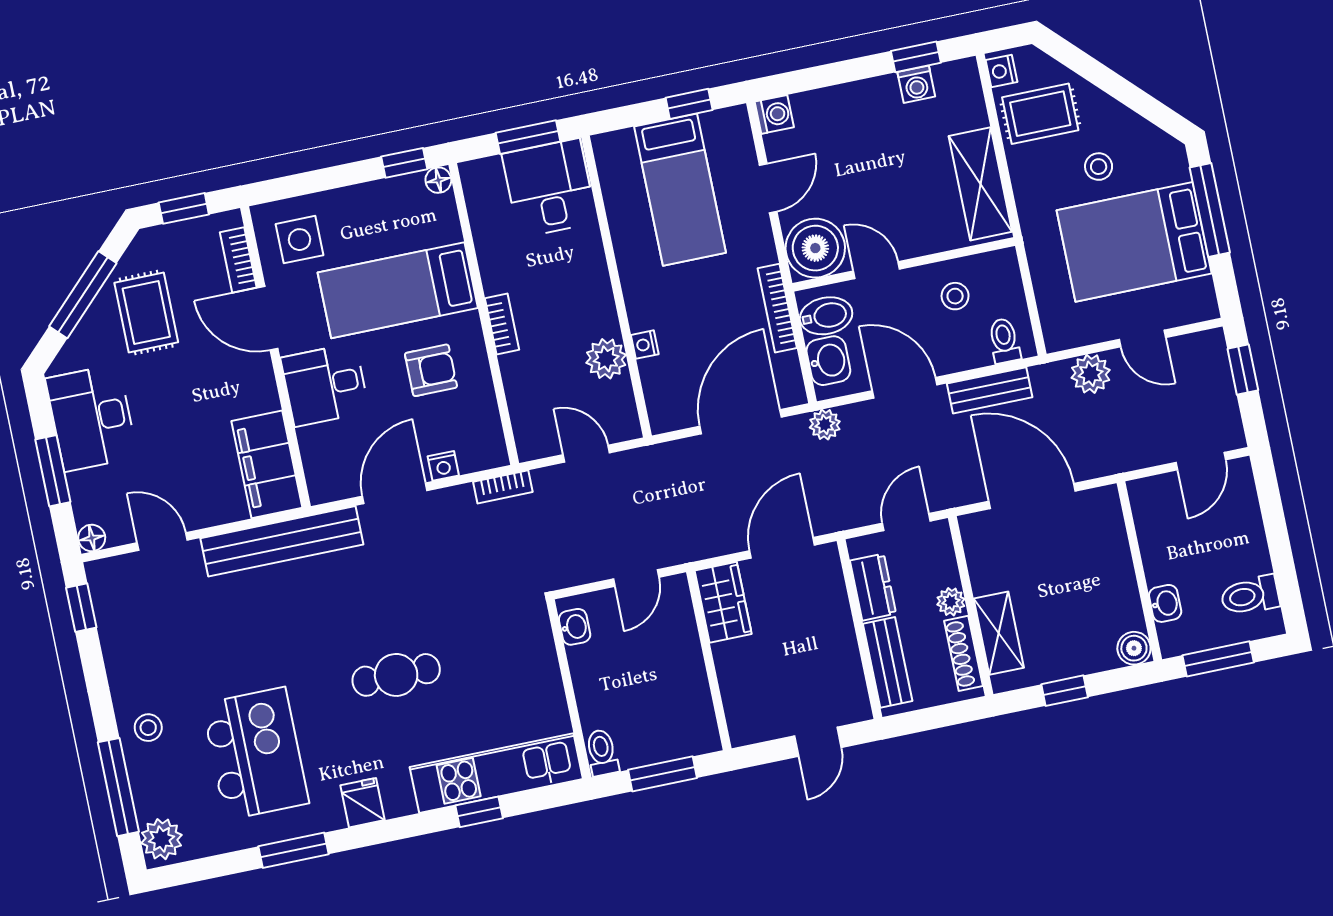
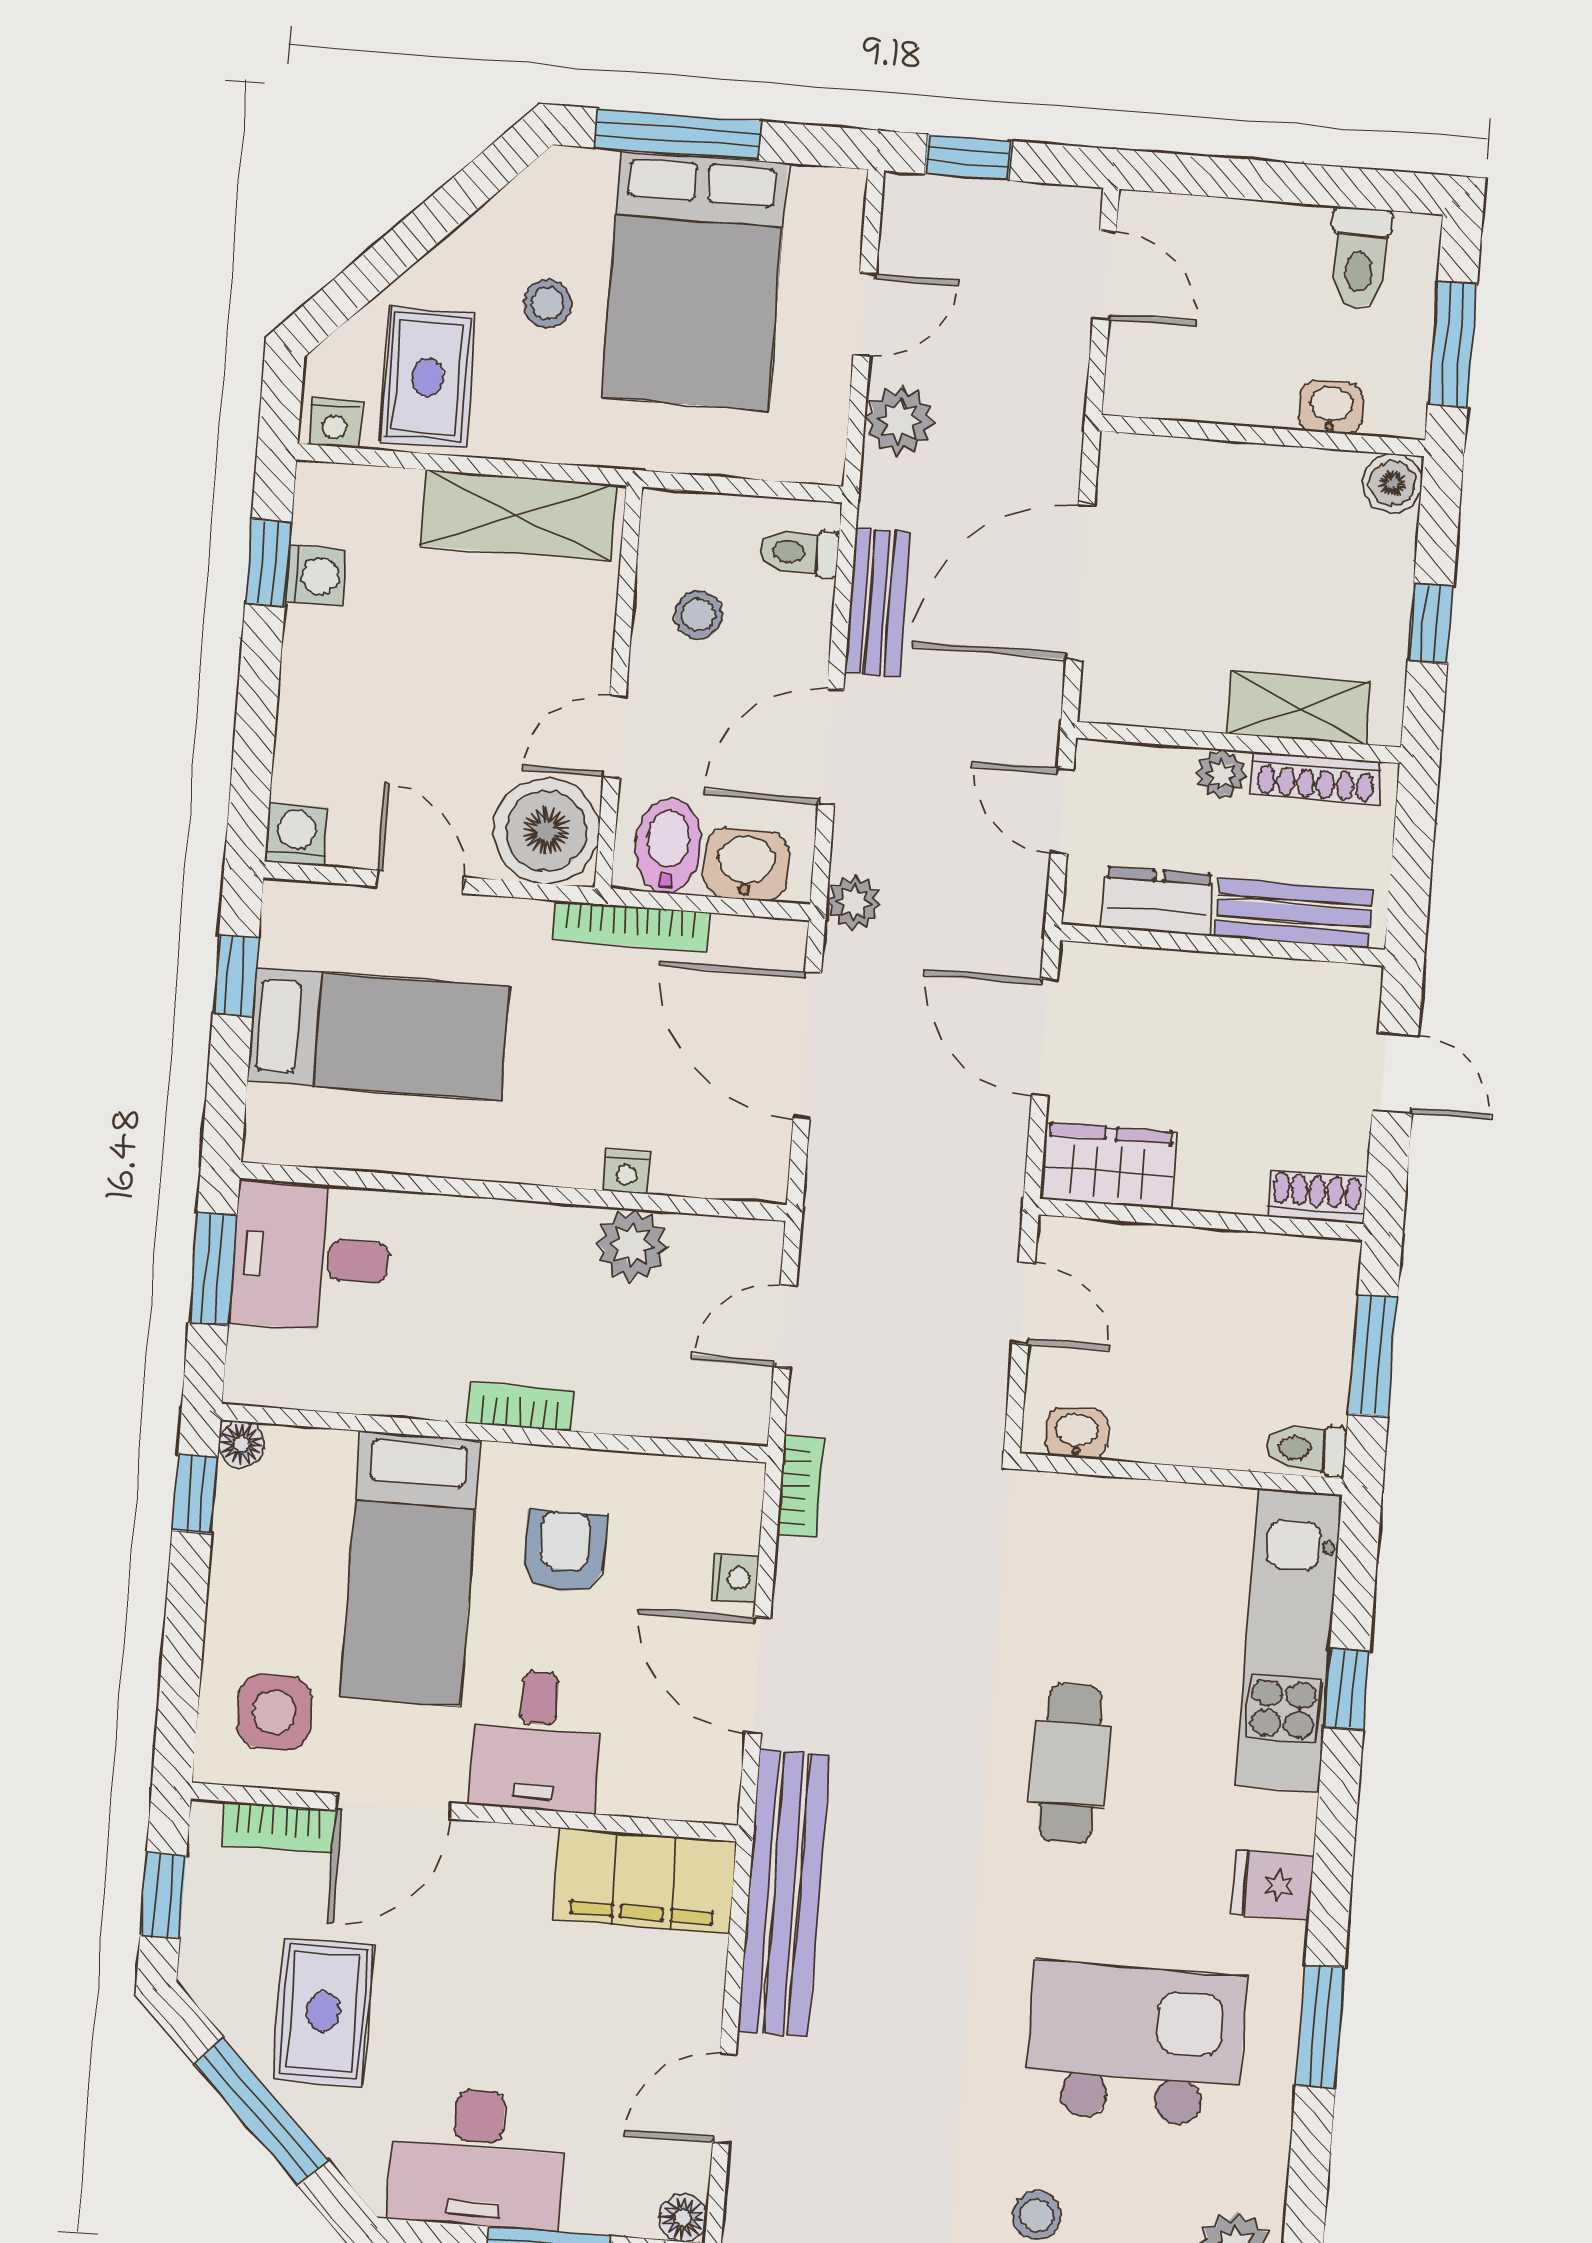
rug: (146, 313) -> (323, 2012), turned 90
shoe rack: (739, 719) -> (1317, 1197), added

